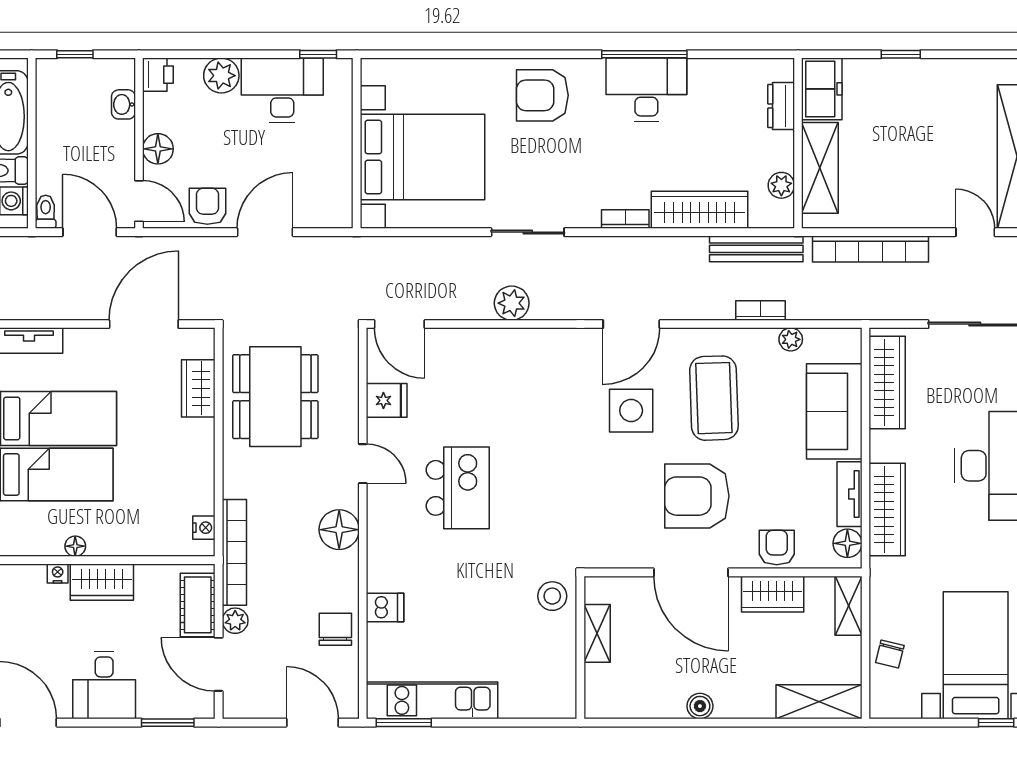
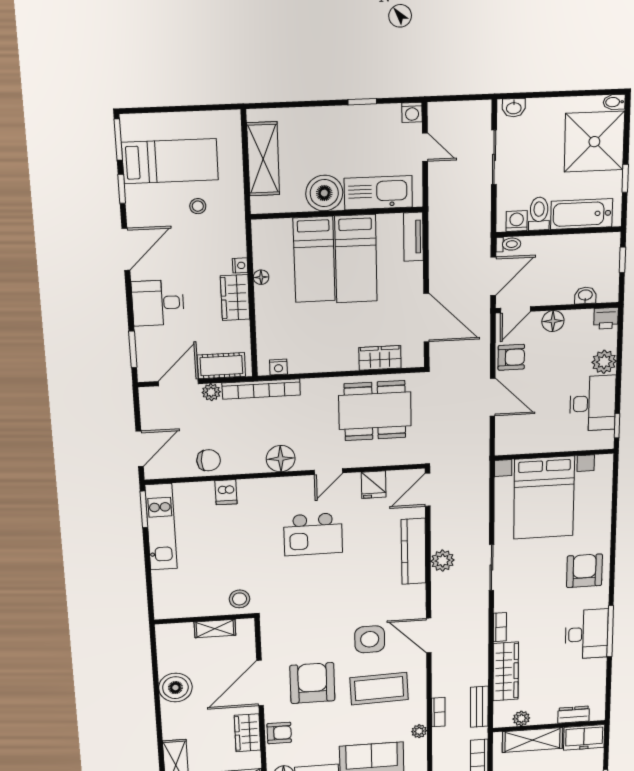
bench: (756, 249) -> (479, 707), width x0.73
kitchen counter: (494, 345) -> (414, 551), added
boiler: (700, 706) -> (175, 688), width x1.86, depth x1.86

